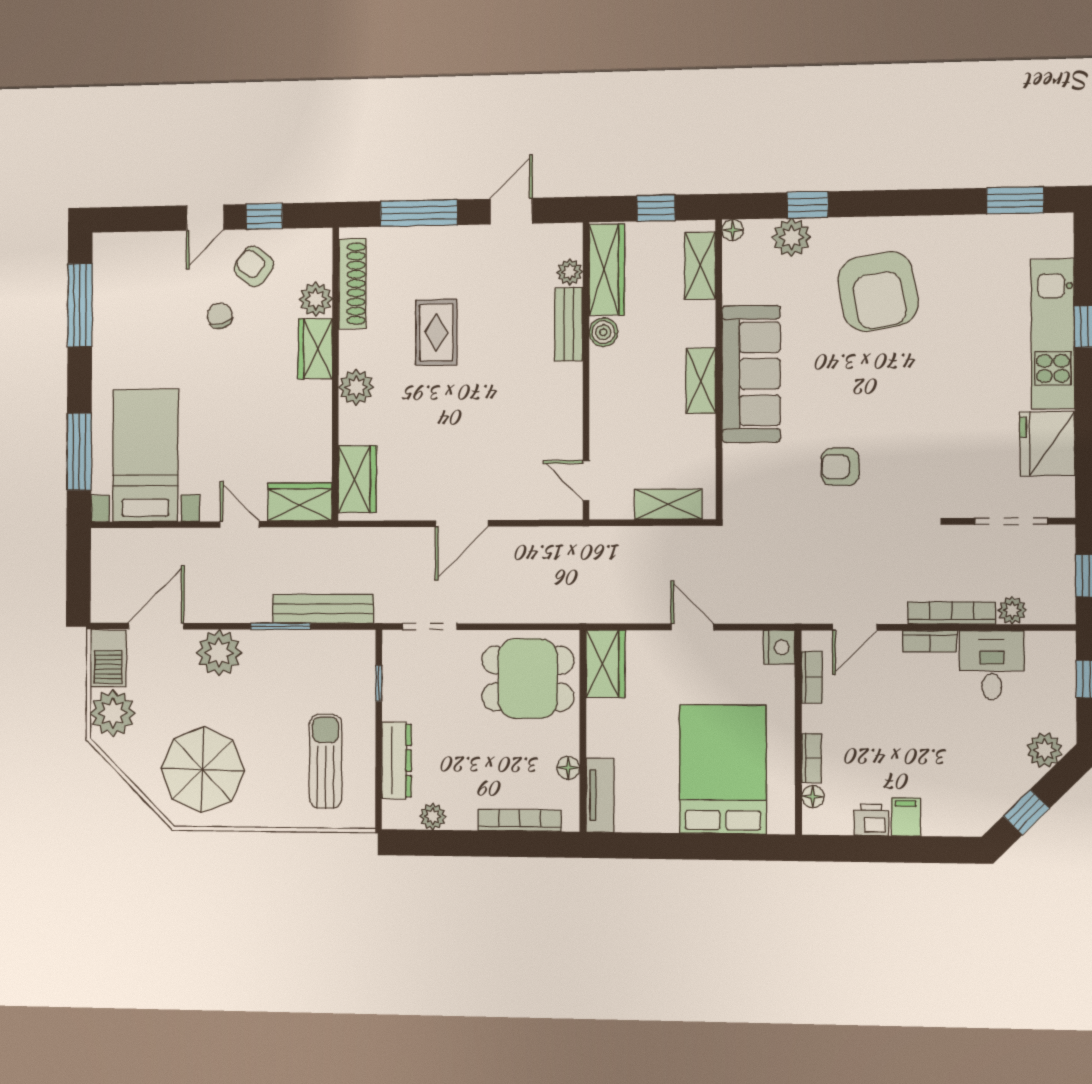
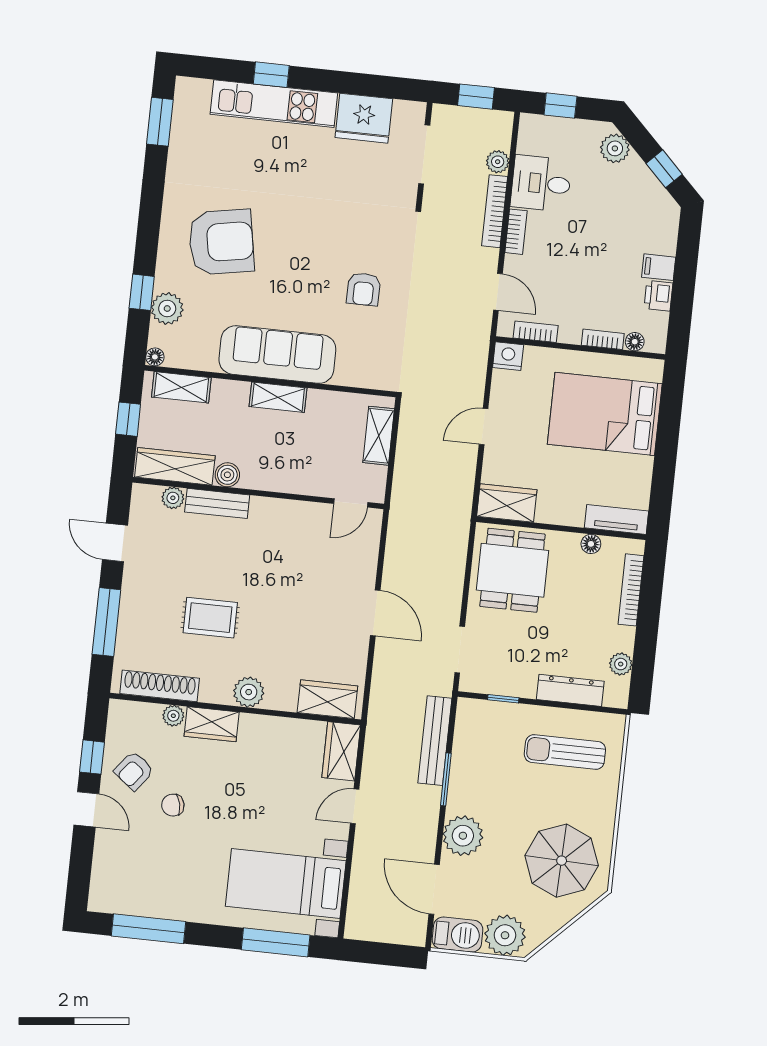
plant: (316, 299) -> (173, 716), width x0.73, depth x0.73

